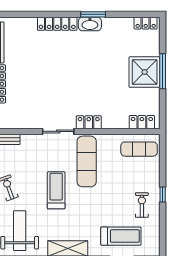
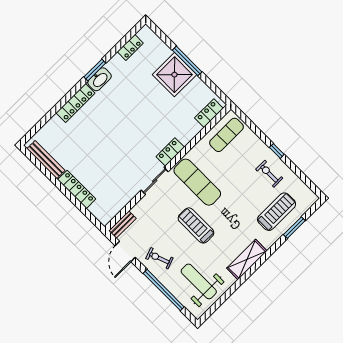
locker: (146, 23) -> (130, 47), moved

